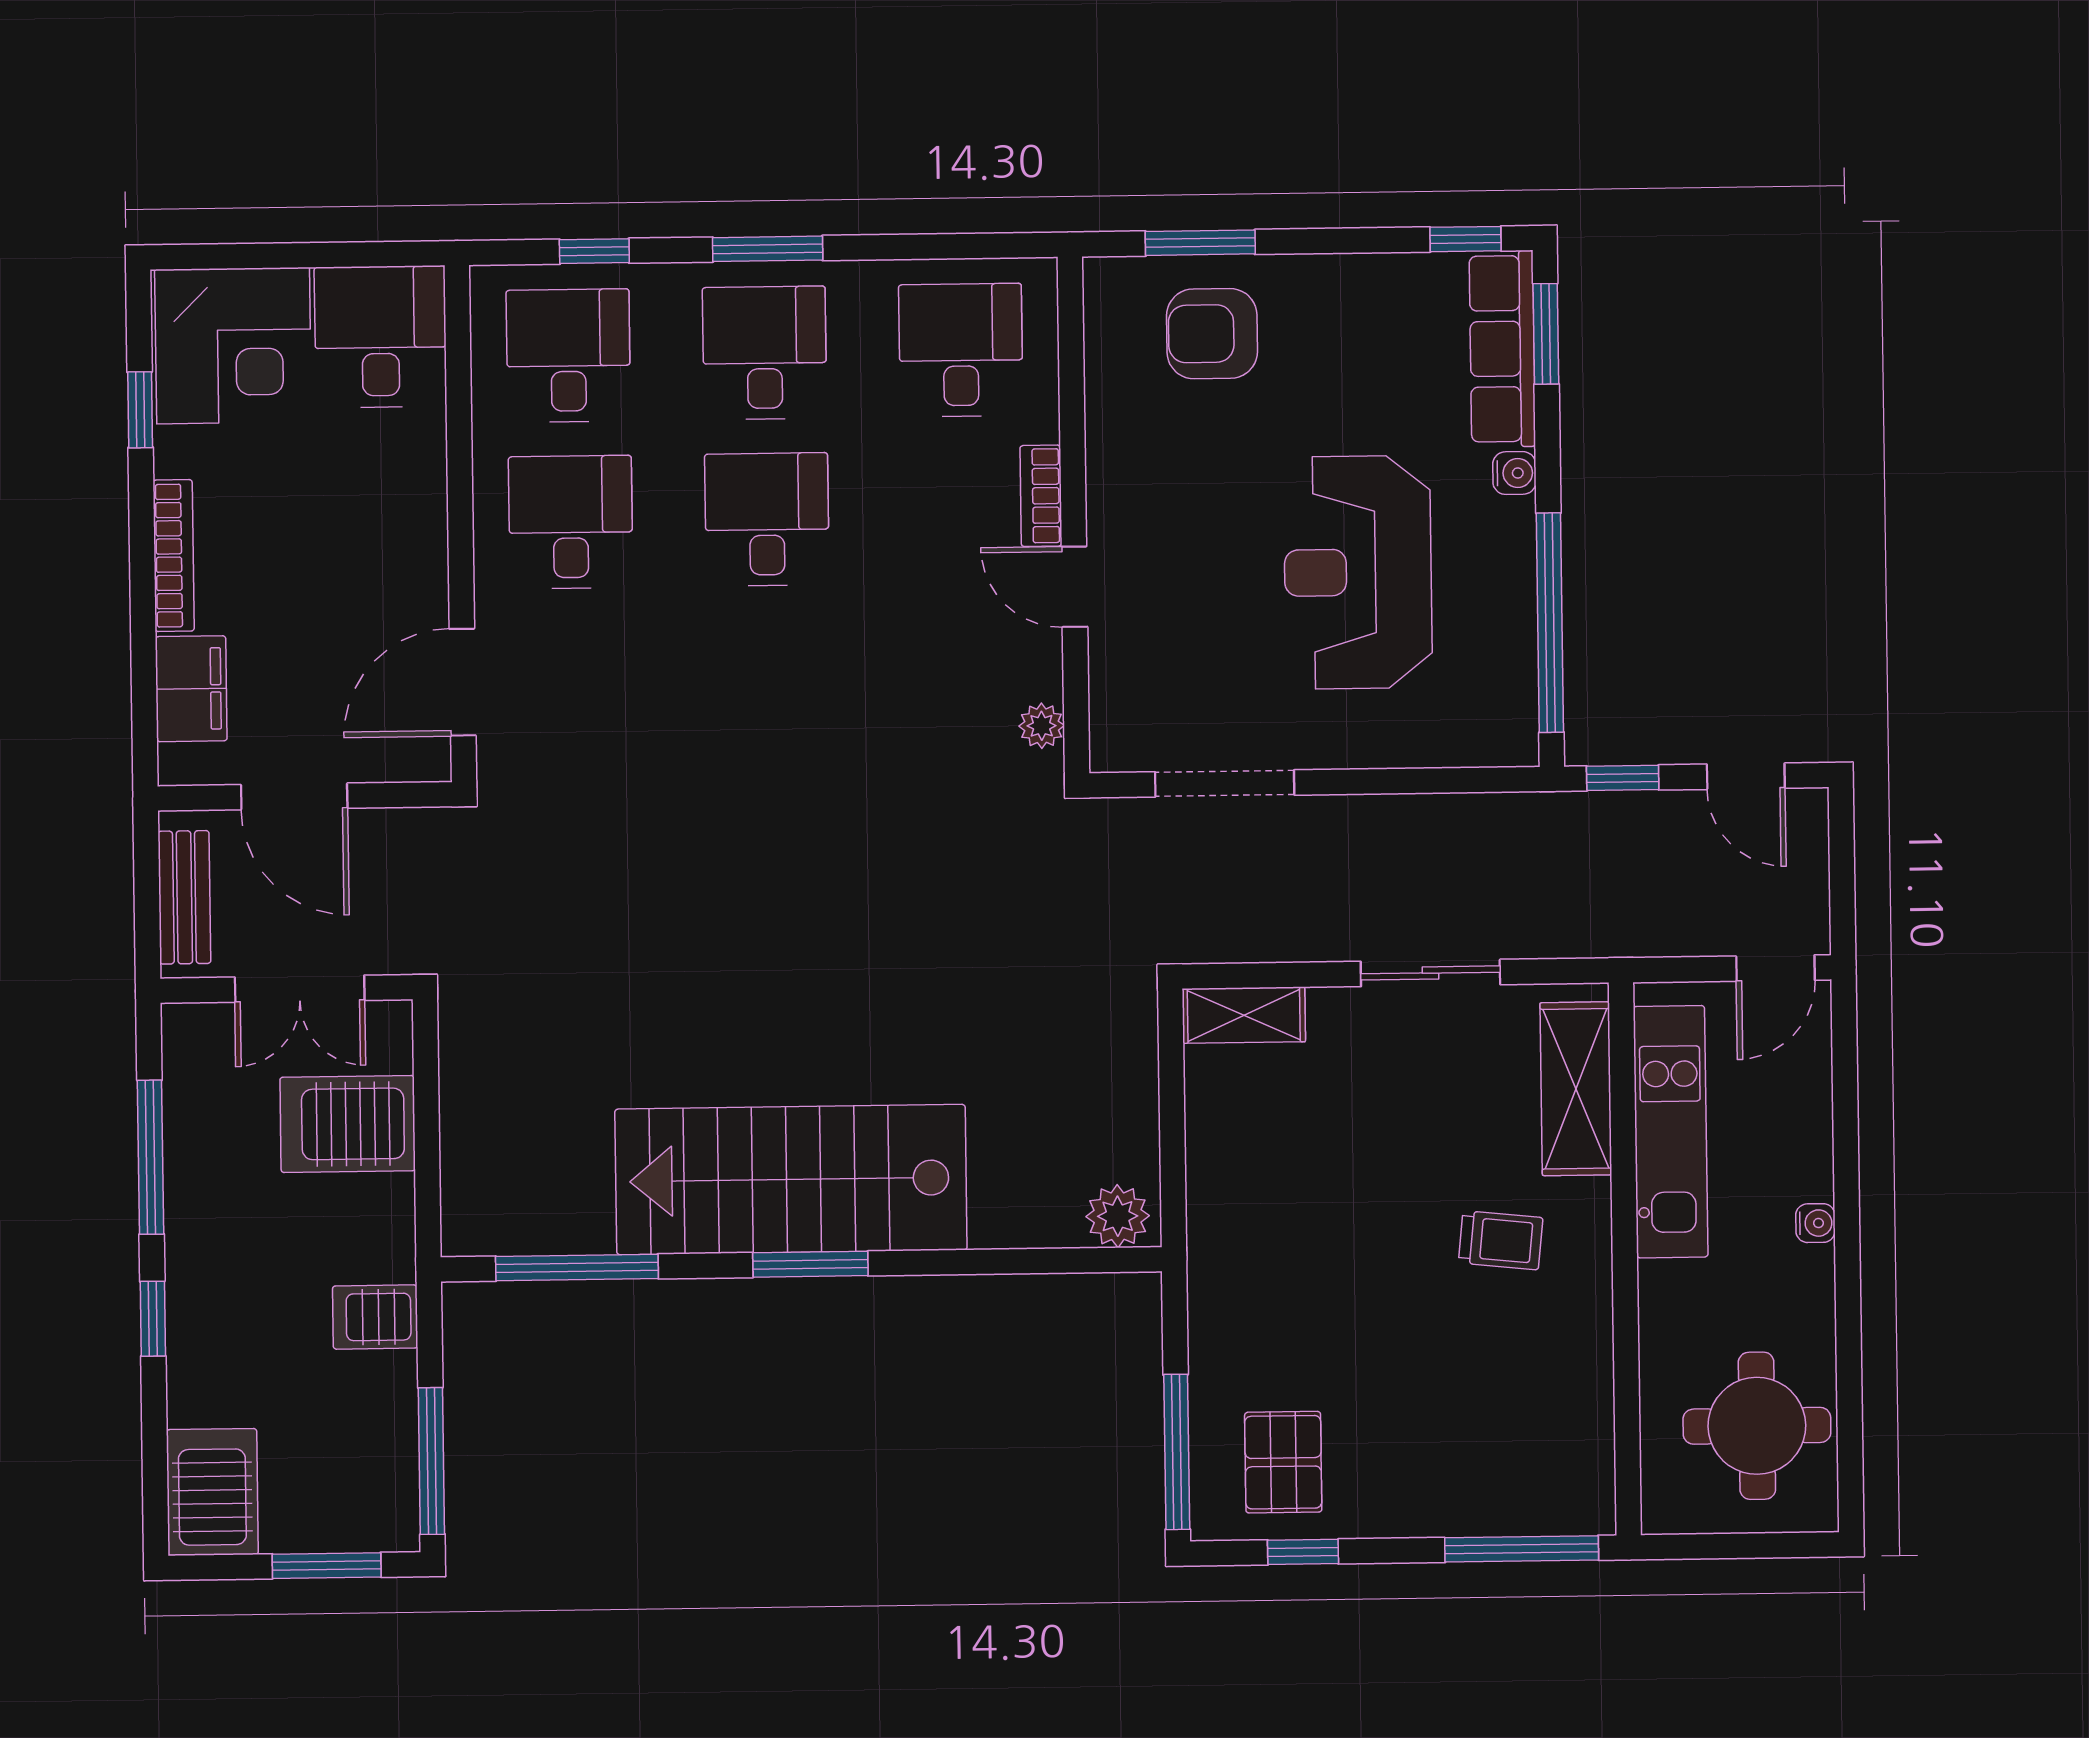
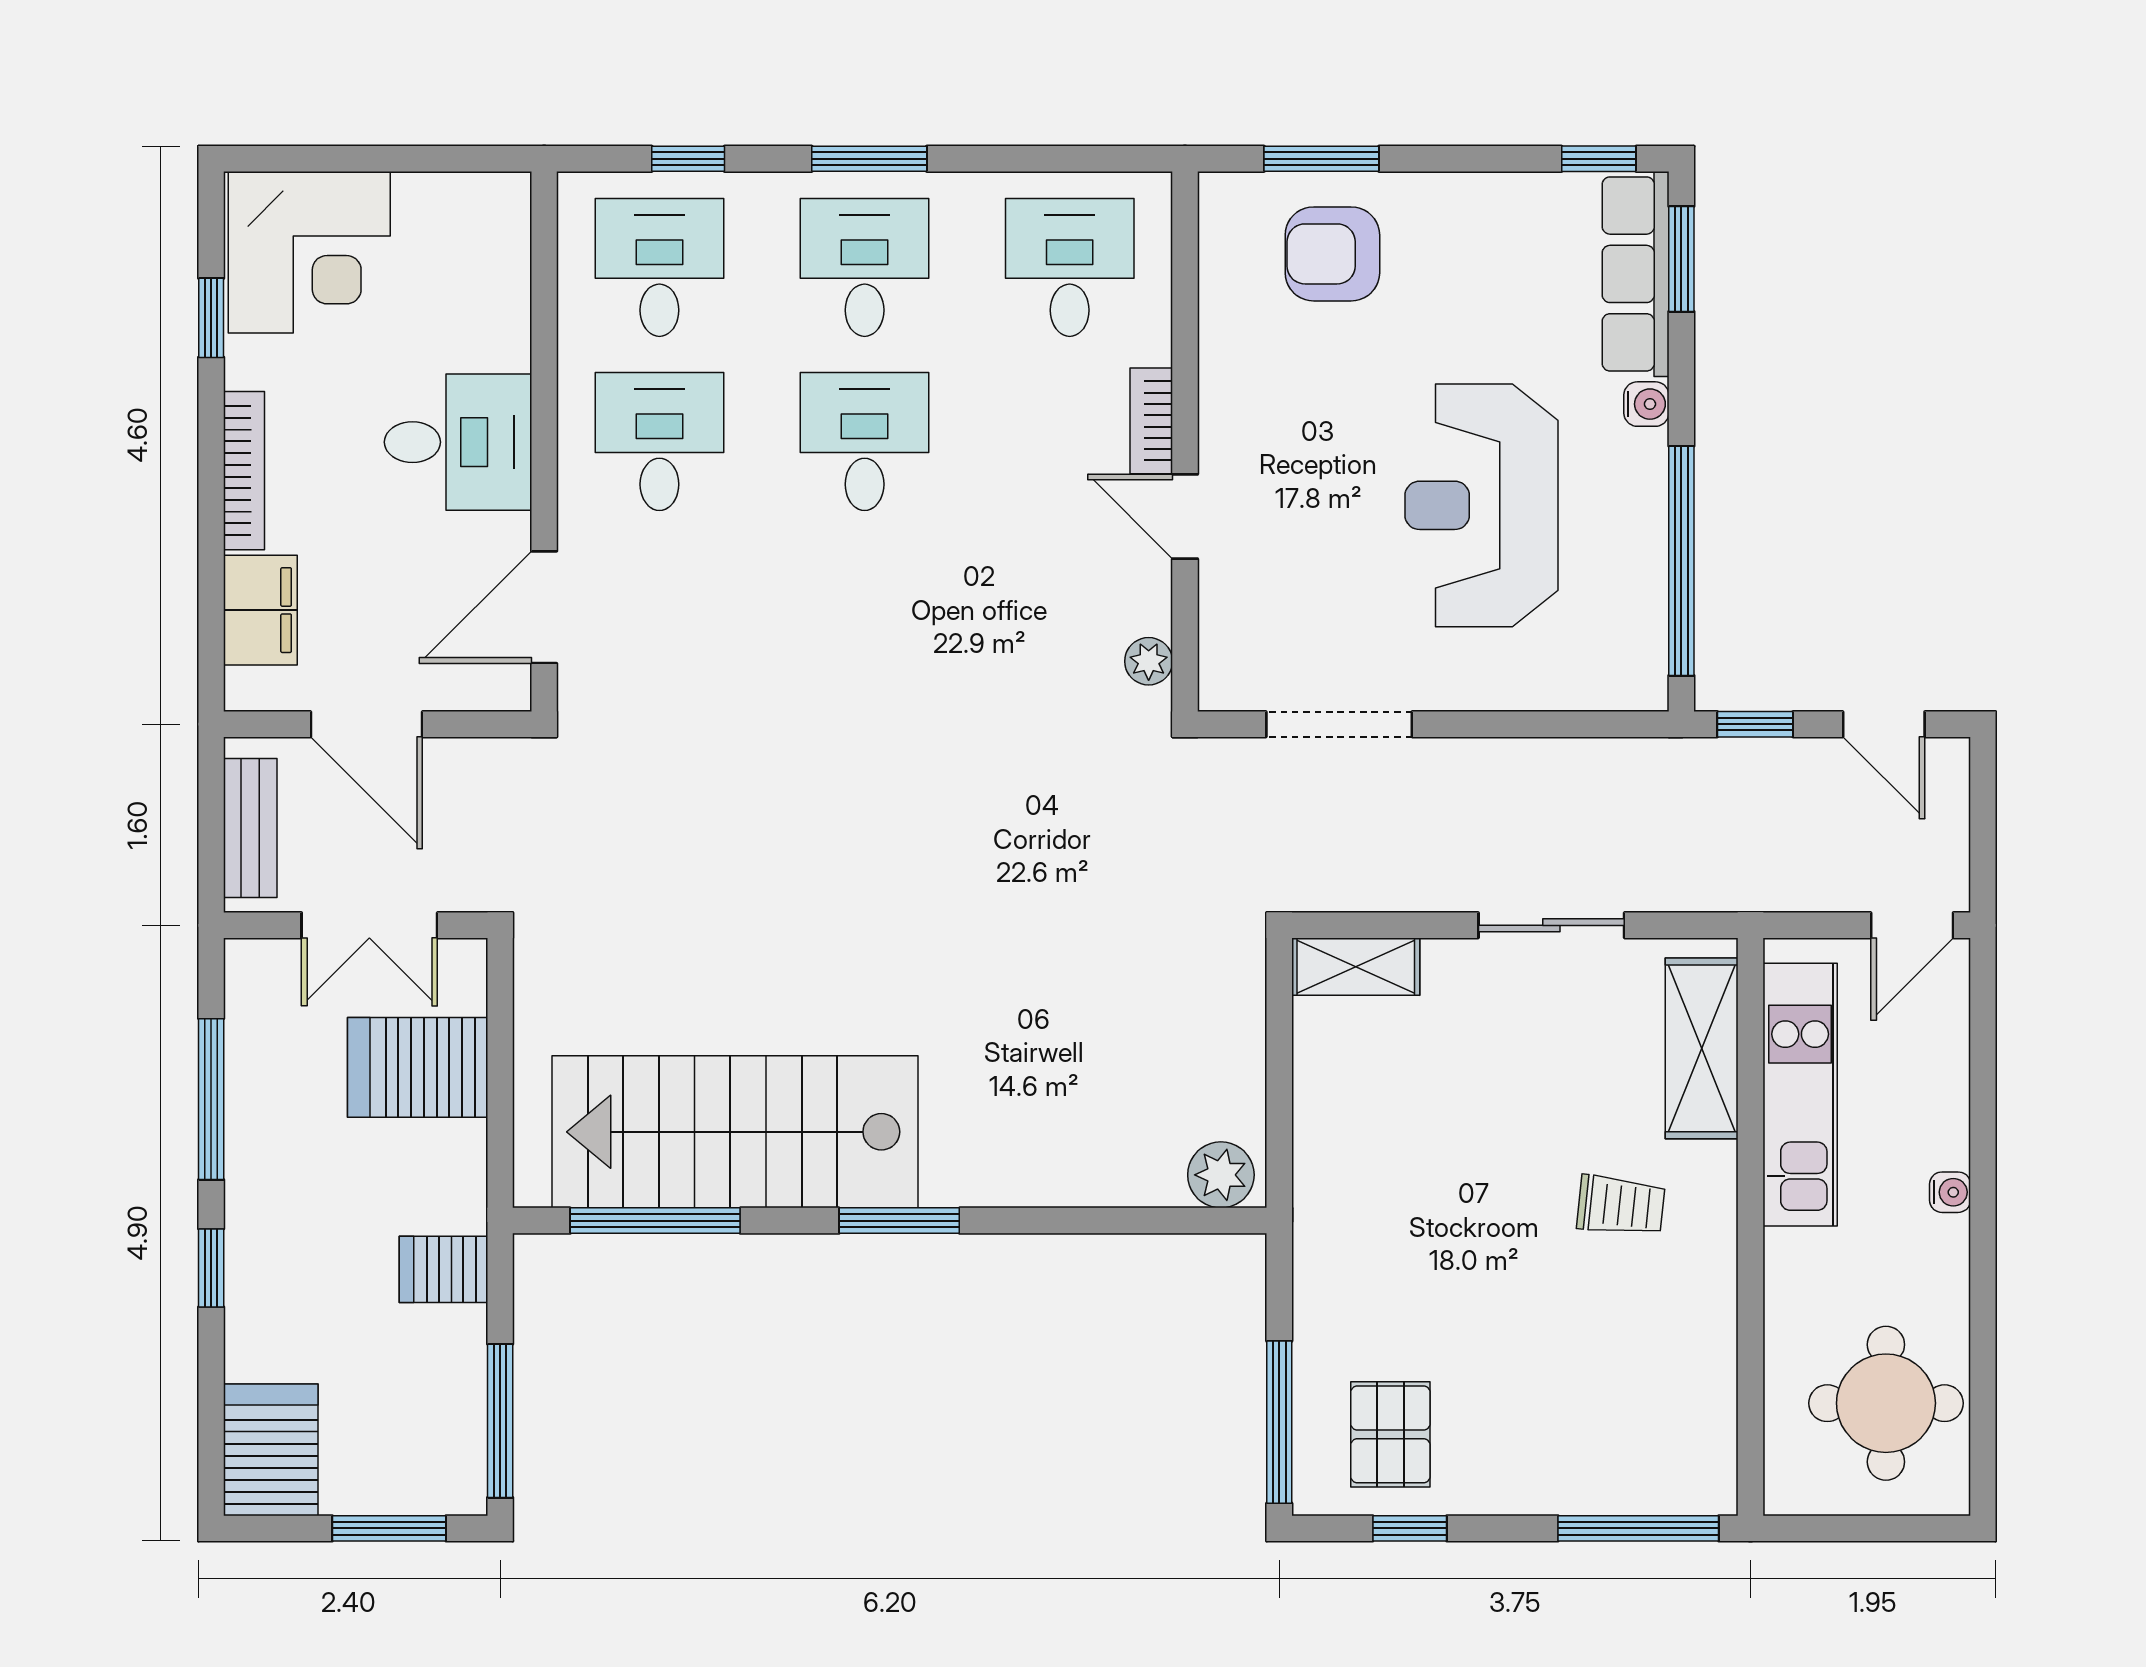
desk: (380, 337) -> (458, 442), moved, turned 90
stairs: (791, 1180) -> (735, 1132), moved

